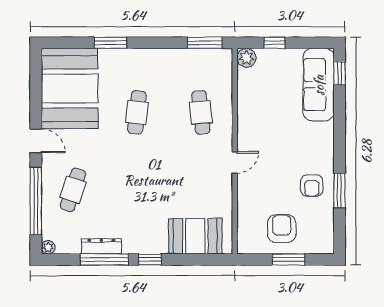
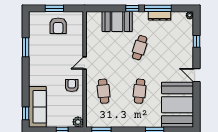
armchair: (312, 186) -> (72, 85), moved
cafe table: (73, 190) -> (140, 48), moved
window: (36, 201) -> (196, 41), width x0.32
booth: (195, 236) -> (117, 22), moved

